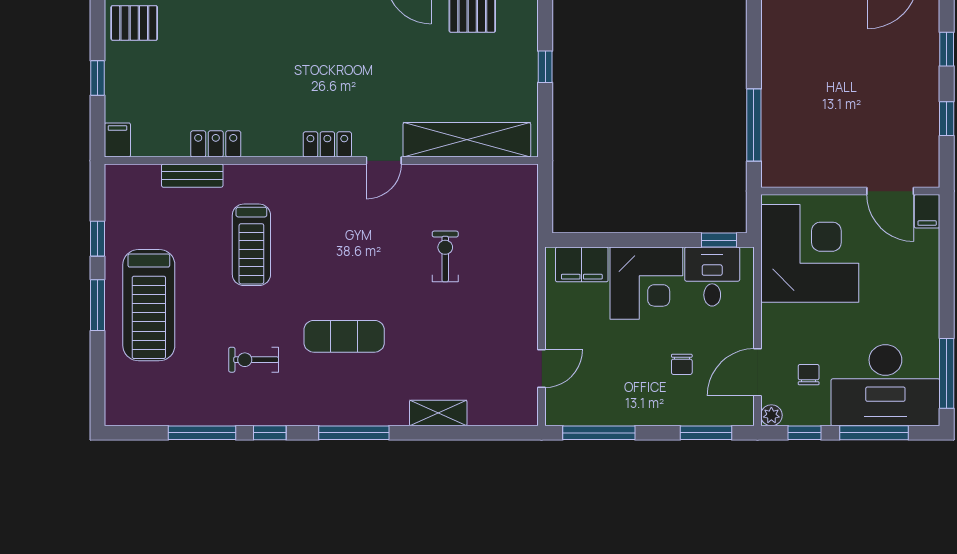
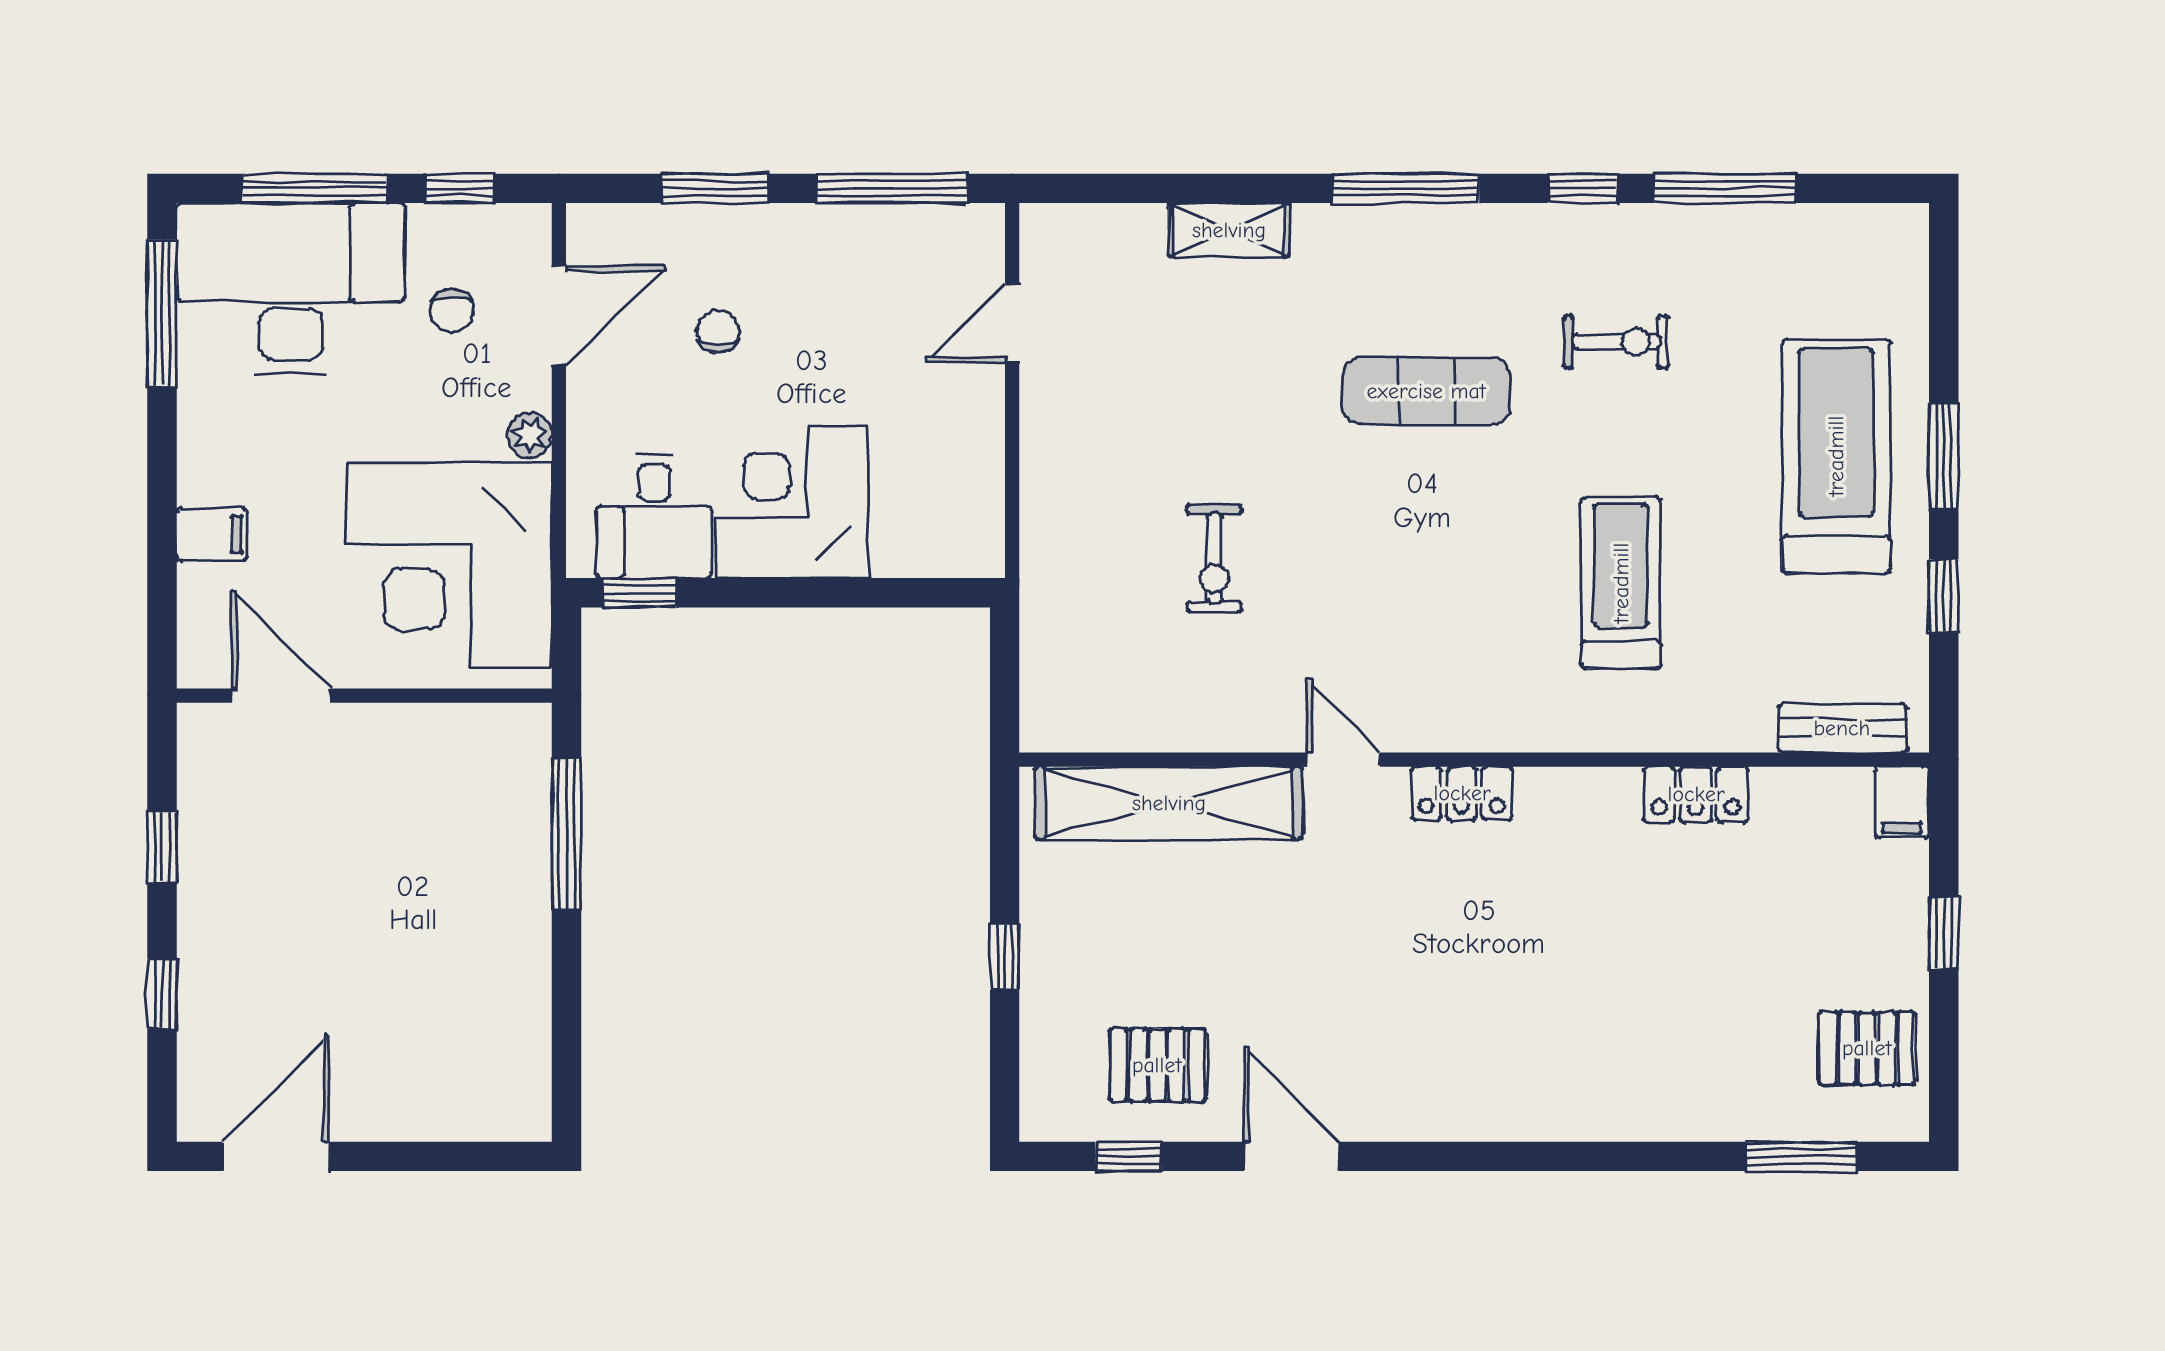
door: (384, 161) -> (1343, 760), hinge flipped
bench: (192, 176) -> (1842, 728), moved
filing cabinet: (927, 211) -> (212, 534), moved, turned 90
filing cabinet: (582, 264) -> (928, 542), removed
plant: (771, 415) -> (530, 435), moved
window: (706, 433) -> (715, 188), moved

